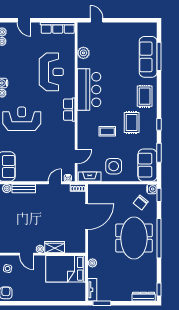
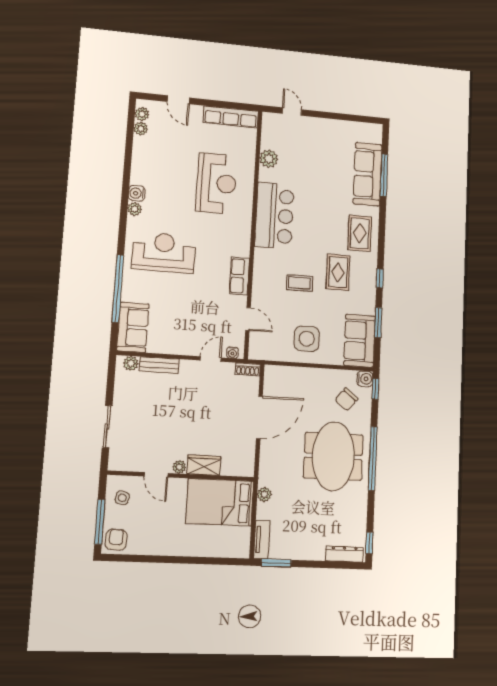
row of seats: (69, 110) -> (240, 276), moved
door: (76, 156) -> (248, 319), hinge flipped
fireplace: (90, 177) -> (268, 353), removed

